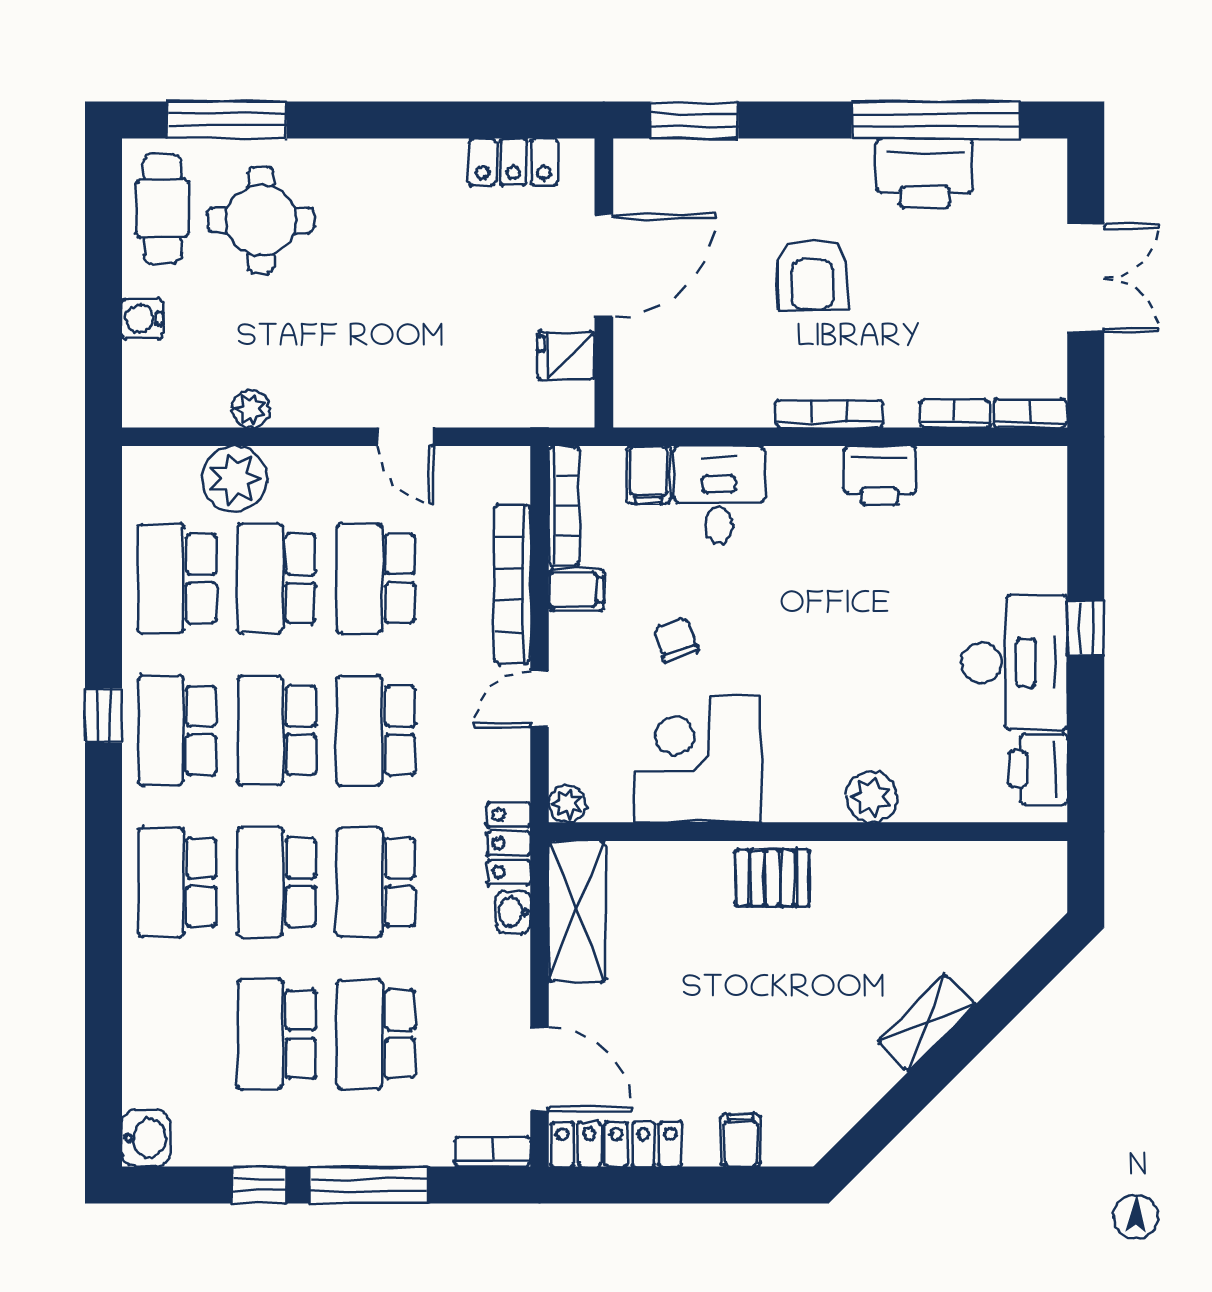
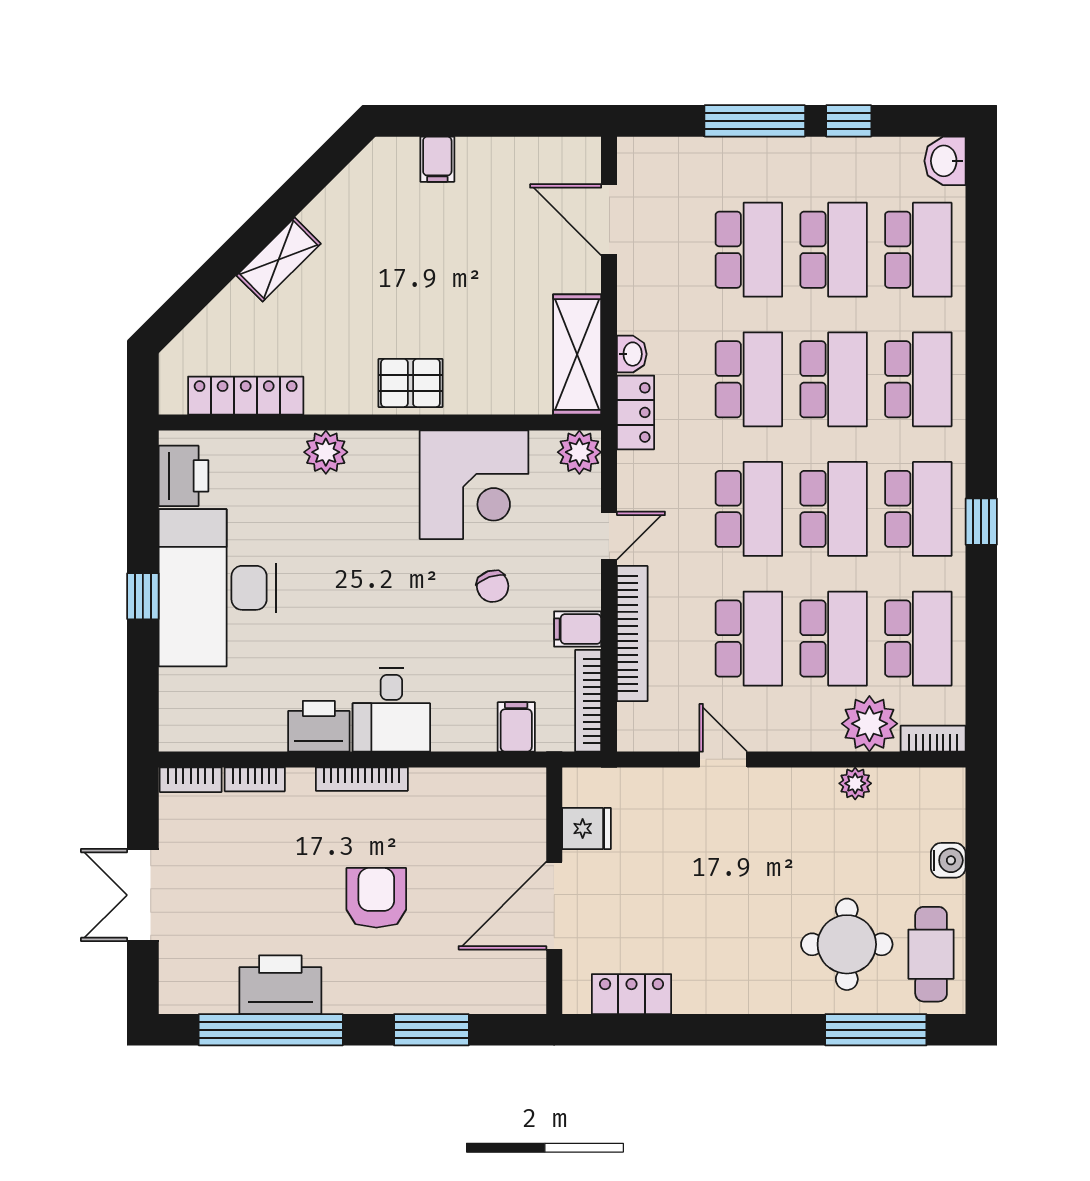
window: (694, 120) -> (431, 1030), moved
desk: (719, 495) -> (391, 710), moved
desk: (1014, 663) -> (217, 588), width x1.36, depth x1.30
plant: (567, 804) -> (579, 452), width x1.38, depth x1.38
school desk: (177, 1034) -> (918, 250), added
locker: (616, 1144) -> (246, 396), moved, turned 180
bookcase: (492, 1151) -> (933, 739), moved, turned 180

